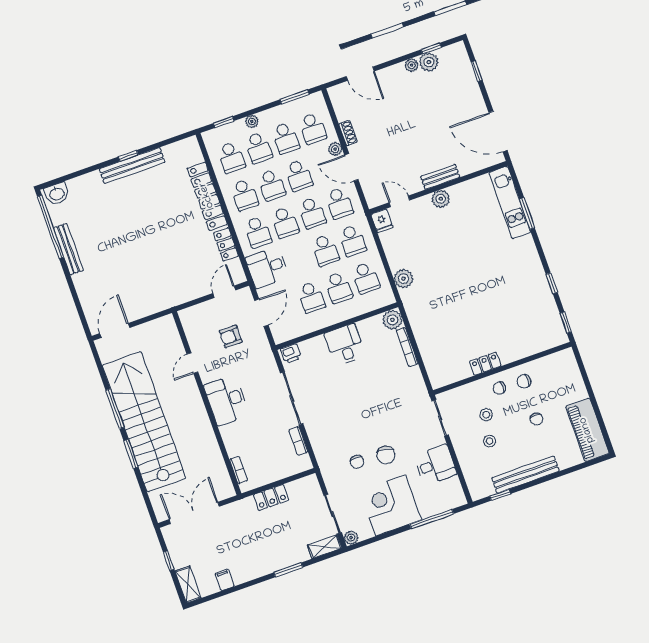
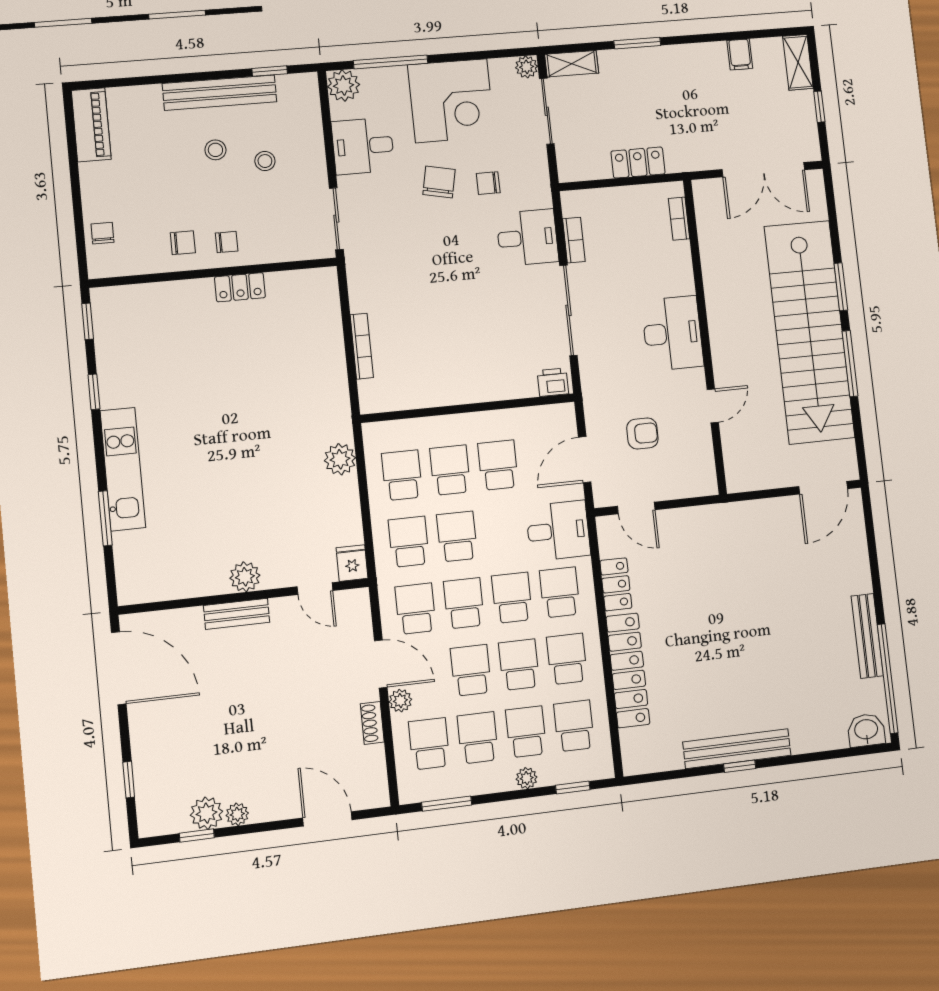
kitchen unit: (510, 202) -> (123, 469), moved
door: (224, 292) -> (636, 508), hinge flipped
plant: (392, 320) -> (344, 86), moved
desk: (345, 345) -> (527, 238), moved, turned -90
stool: (486, 415) -> (215, 150), moved
chair: (536, 419) -> (102, 233), moved
piano: (587, 430) -> (91, 125), width x0.73, depth x0.75
chair: (357, 462) -> (488, 183), turned -90

